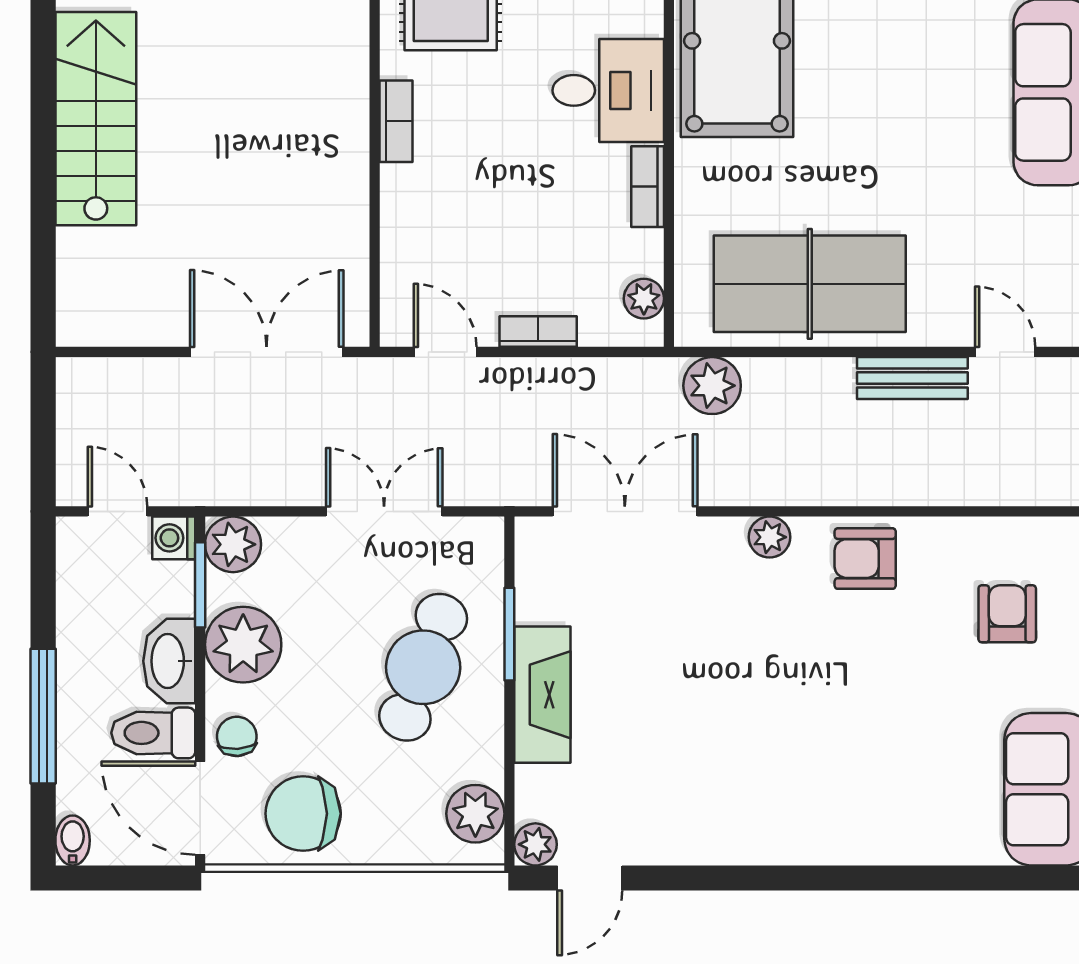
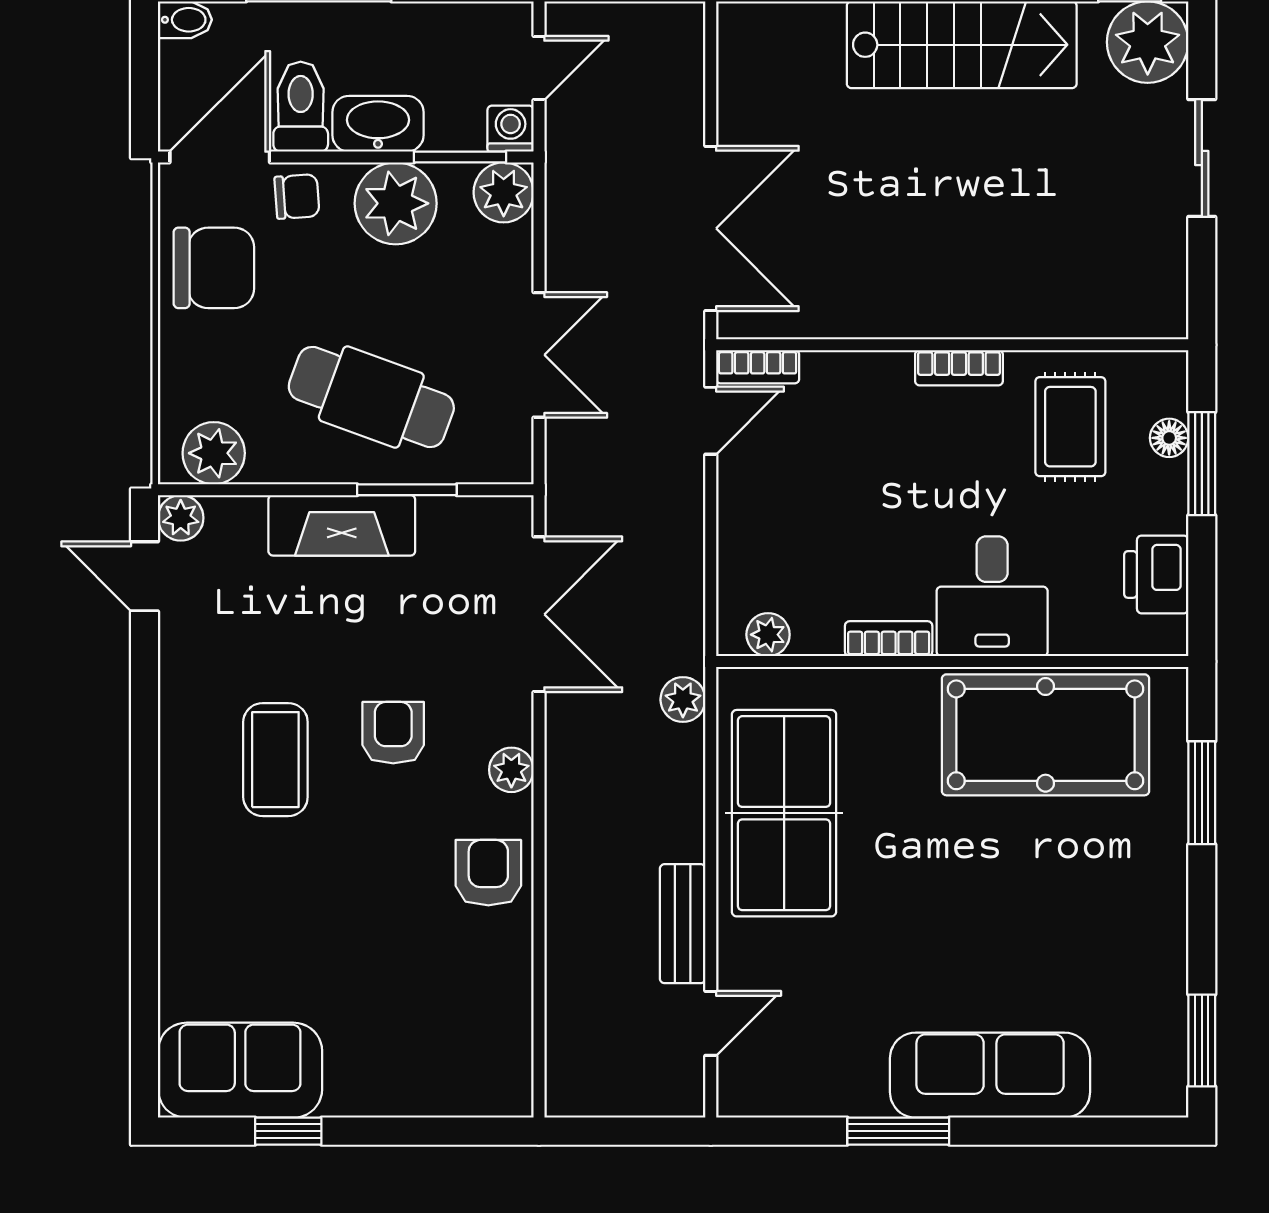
bookcase: (538, 331) -> (758, 367), moved, turned 90
plant: (712, 386) -> (683, 700), width x0.73, depth x0.73
armchair: (1007, 614) -> (393, 733), moved, turned -90
coffee table: (760, 756) -> (275, 760), added
chair: (303, 814) -> (214, 268), turned 90

